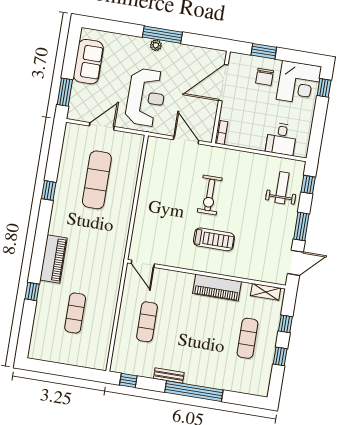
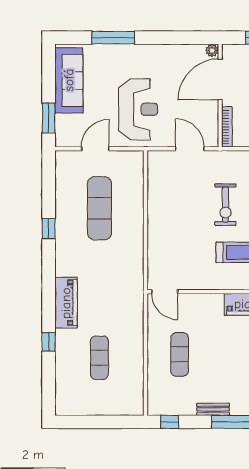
window: (162, 35) -> (113, 38), moved
plant: (156, 45) -> (212, 50), moved
sofa: (88, 62) -> (69, 80), width x1.36
bookcase: (221, 133) -> (227, 127), width x1.56

